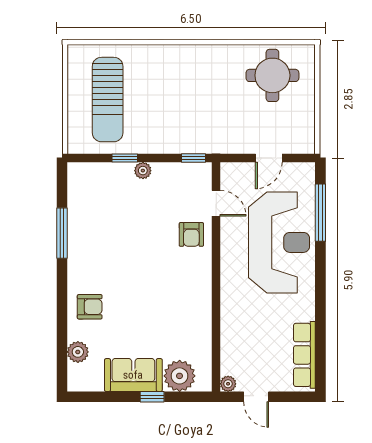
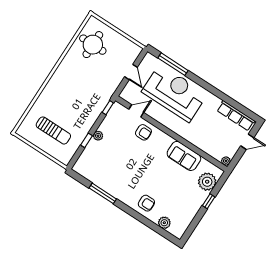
sun lounger: (108, 100) -> (53, 130), width x0.73, depth x0.75
armchair: (90, 307) -> (146, 203), turned 90
sofa: (133, 375) -> (184, 156), moved, turned -90
door: (256, 397) -> (247, 142), moved

